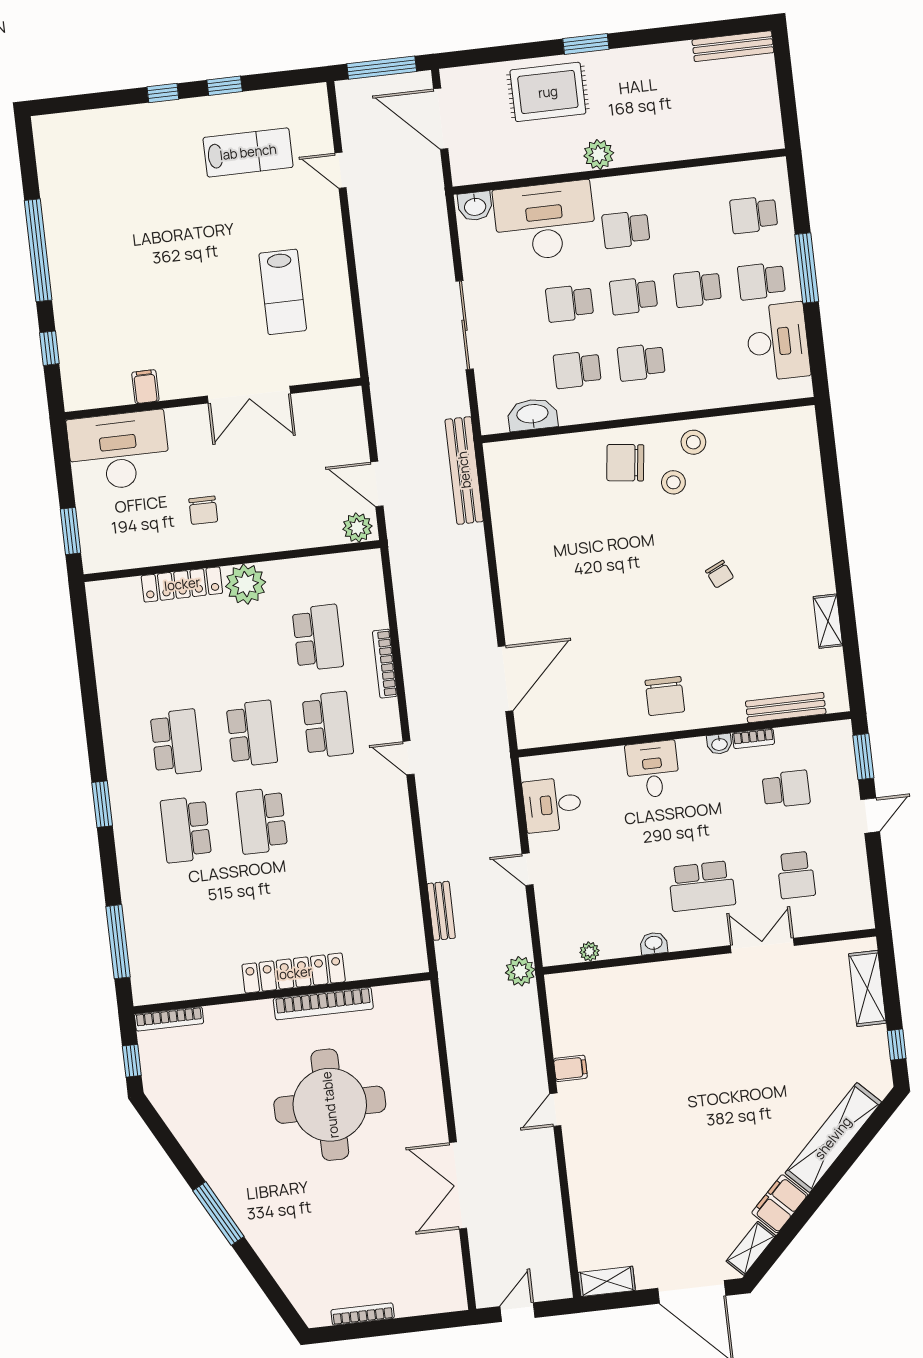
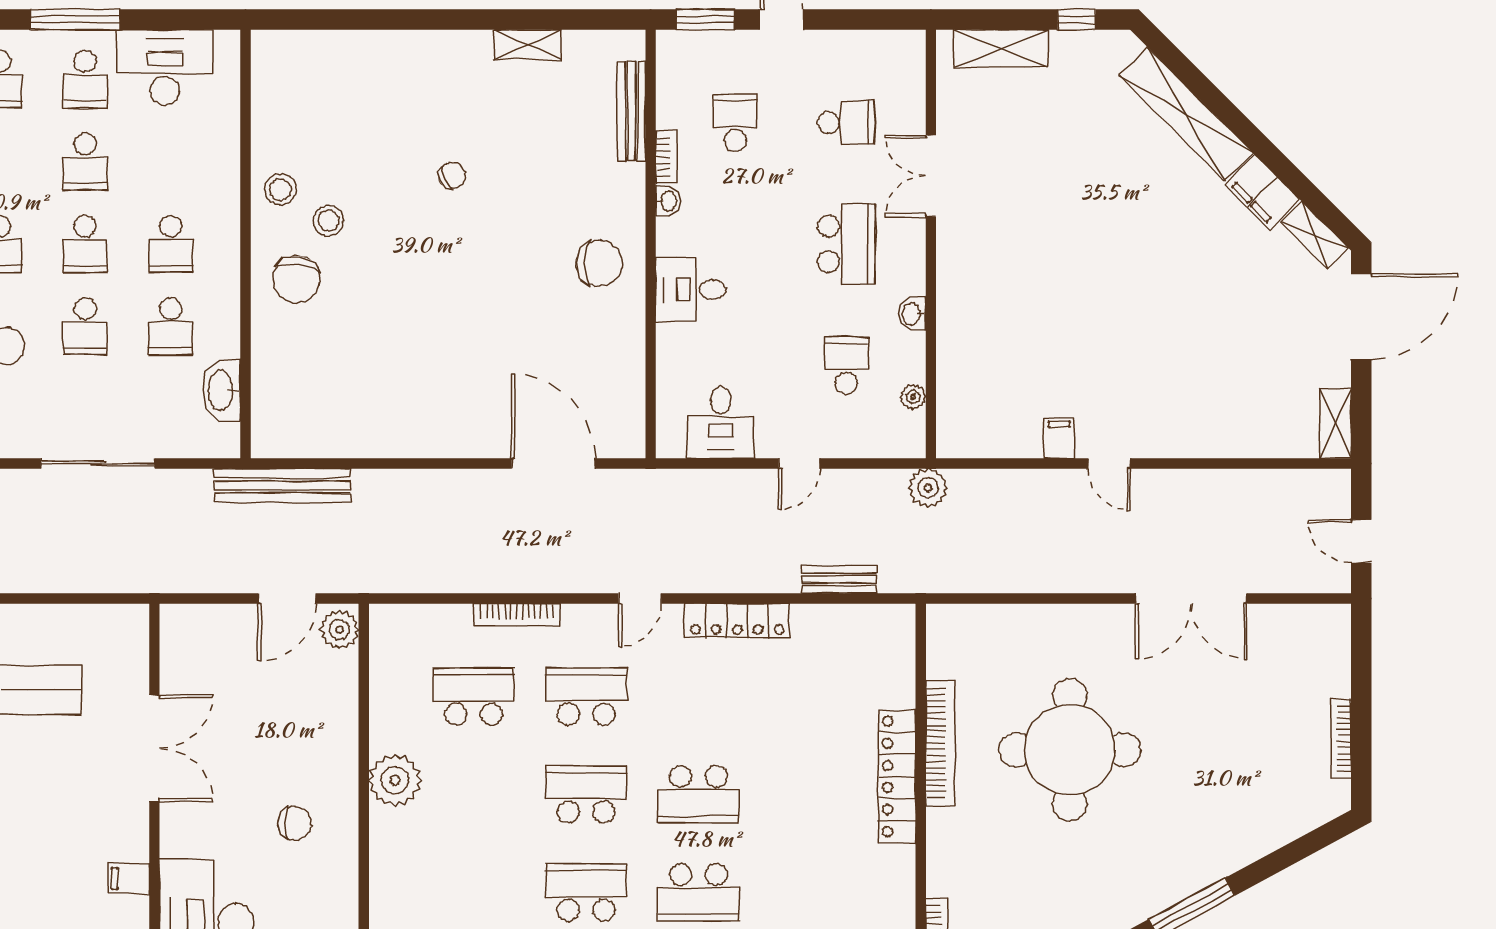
locker: (182, 584) -> (737, 621), moved, turned 90
school desk: (608, 897) -> (846, 365), added

